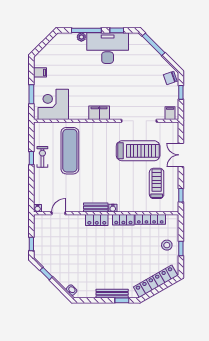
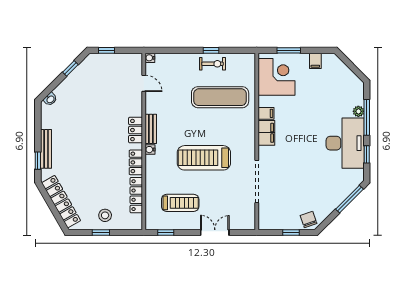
filing cabinet: (170, 113) -> (266, 113), moved
treadmill: (138, 151) -> (204, 158), moved, turned 90

